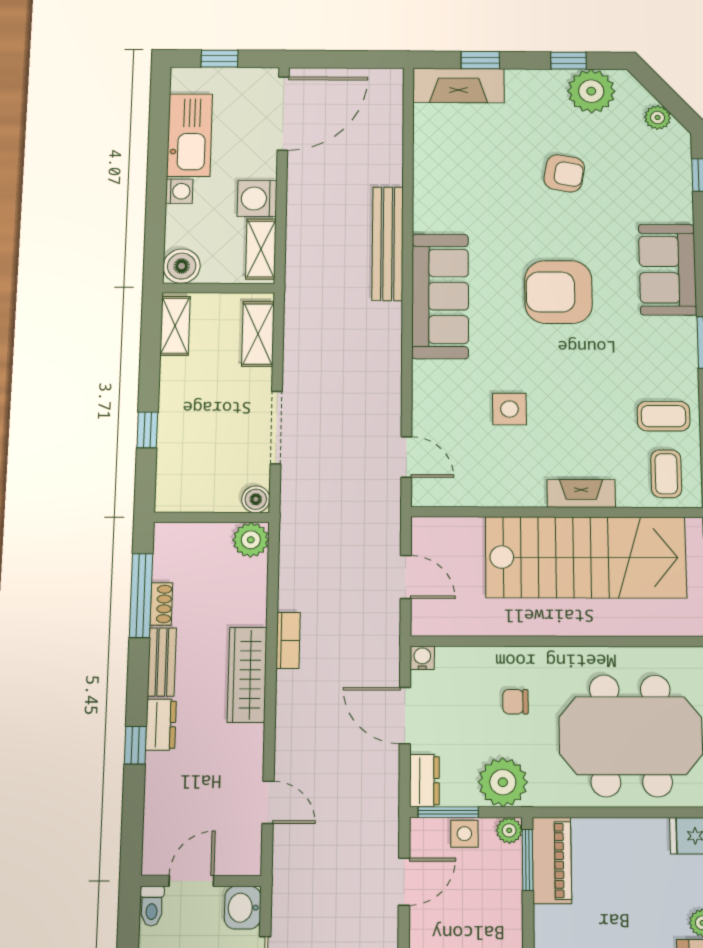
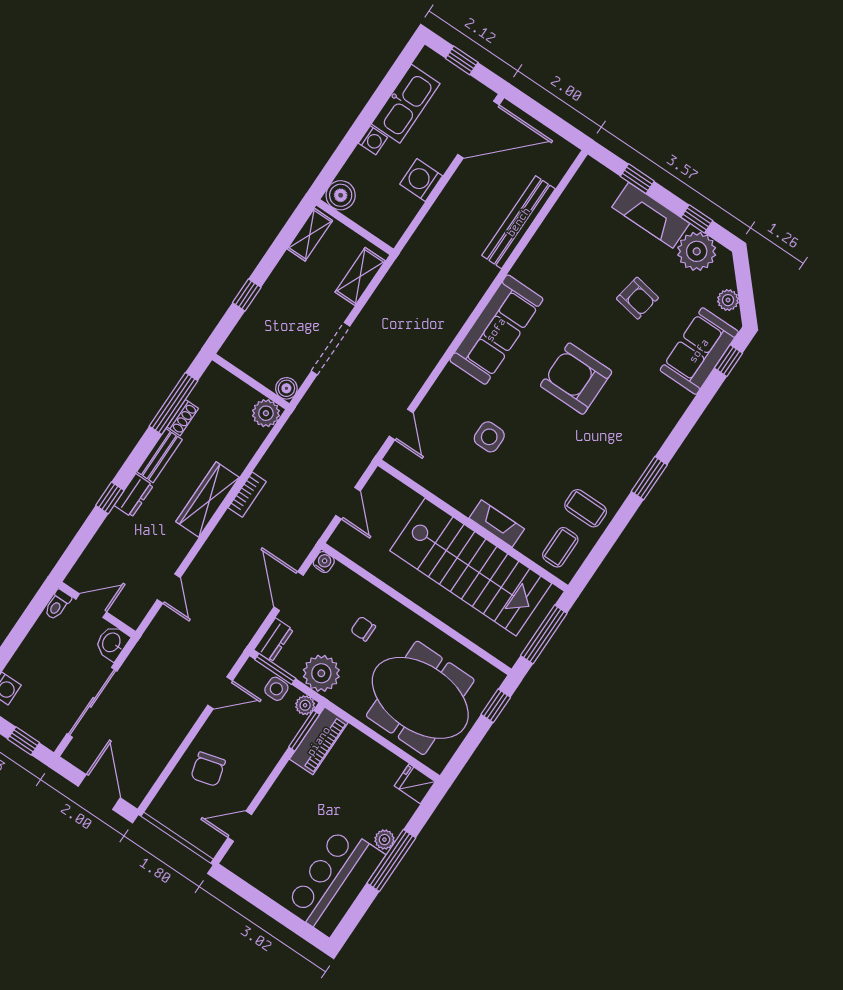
fireplace: (459, 86) -> (651, 215), moved
bench: (388, 244) -> (519, 222), moved
shelving: (261, 249) -> (400, 218), removed
sofa: (667, 270) -> (699, 351), moved

